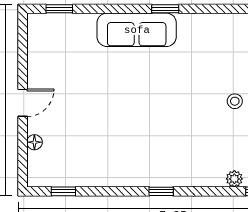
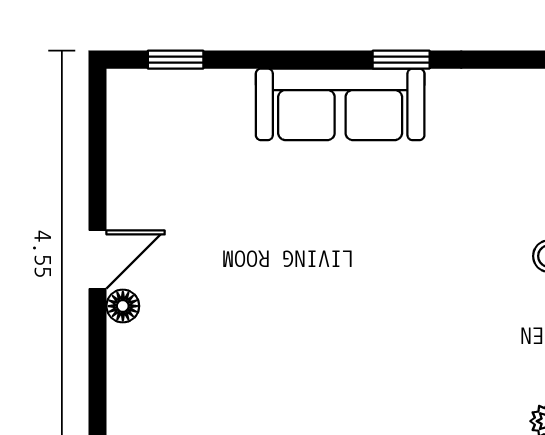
floor lamp: (34, 142) -> (123, 306), moved

